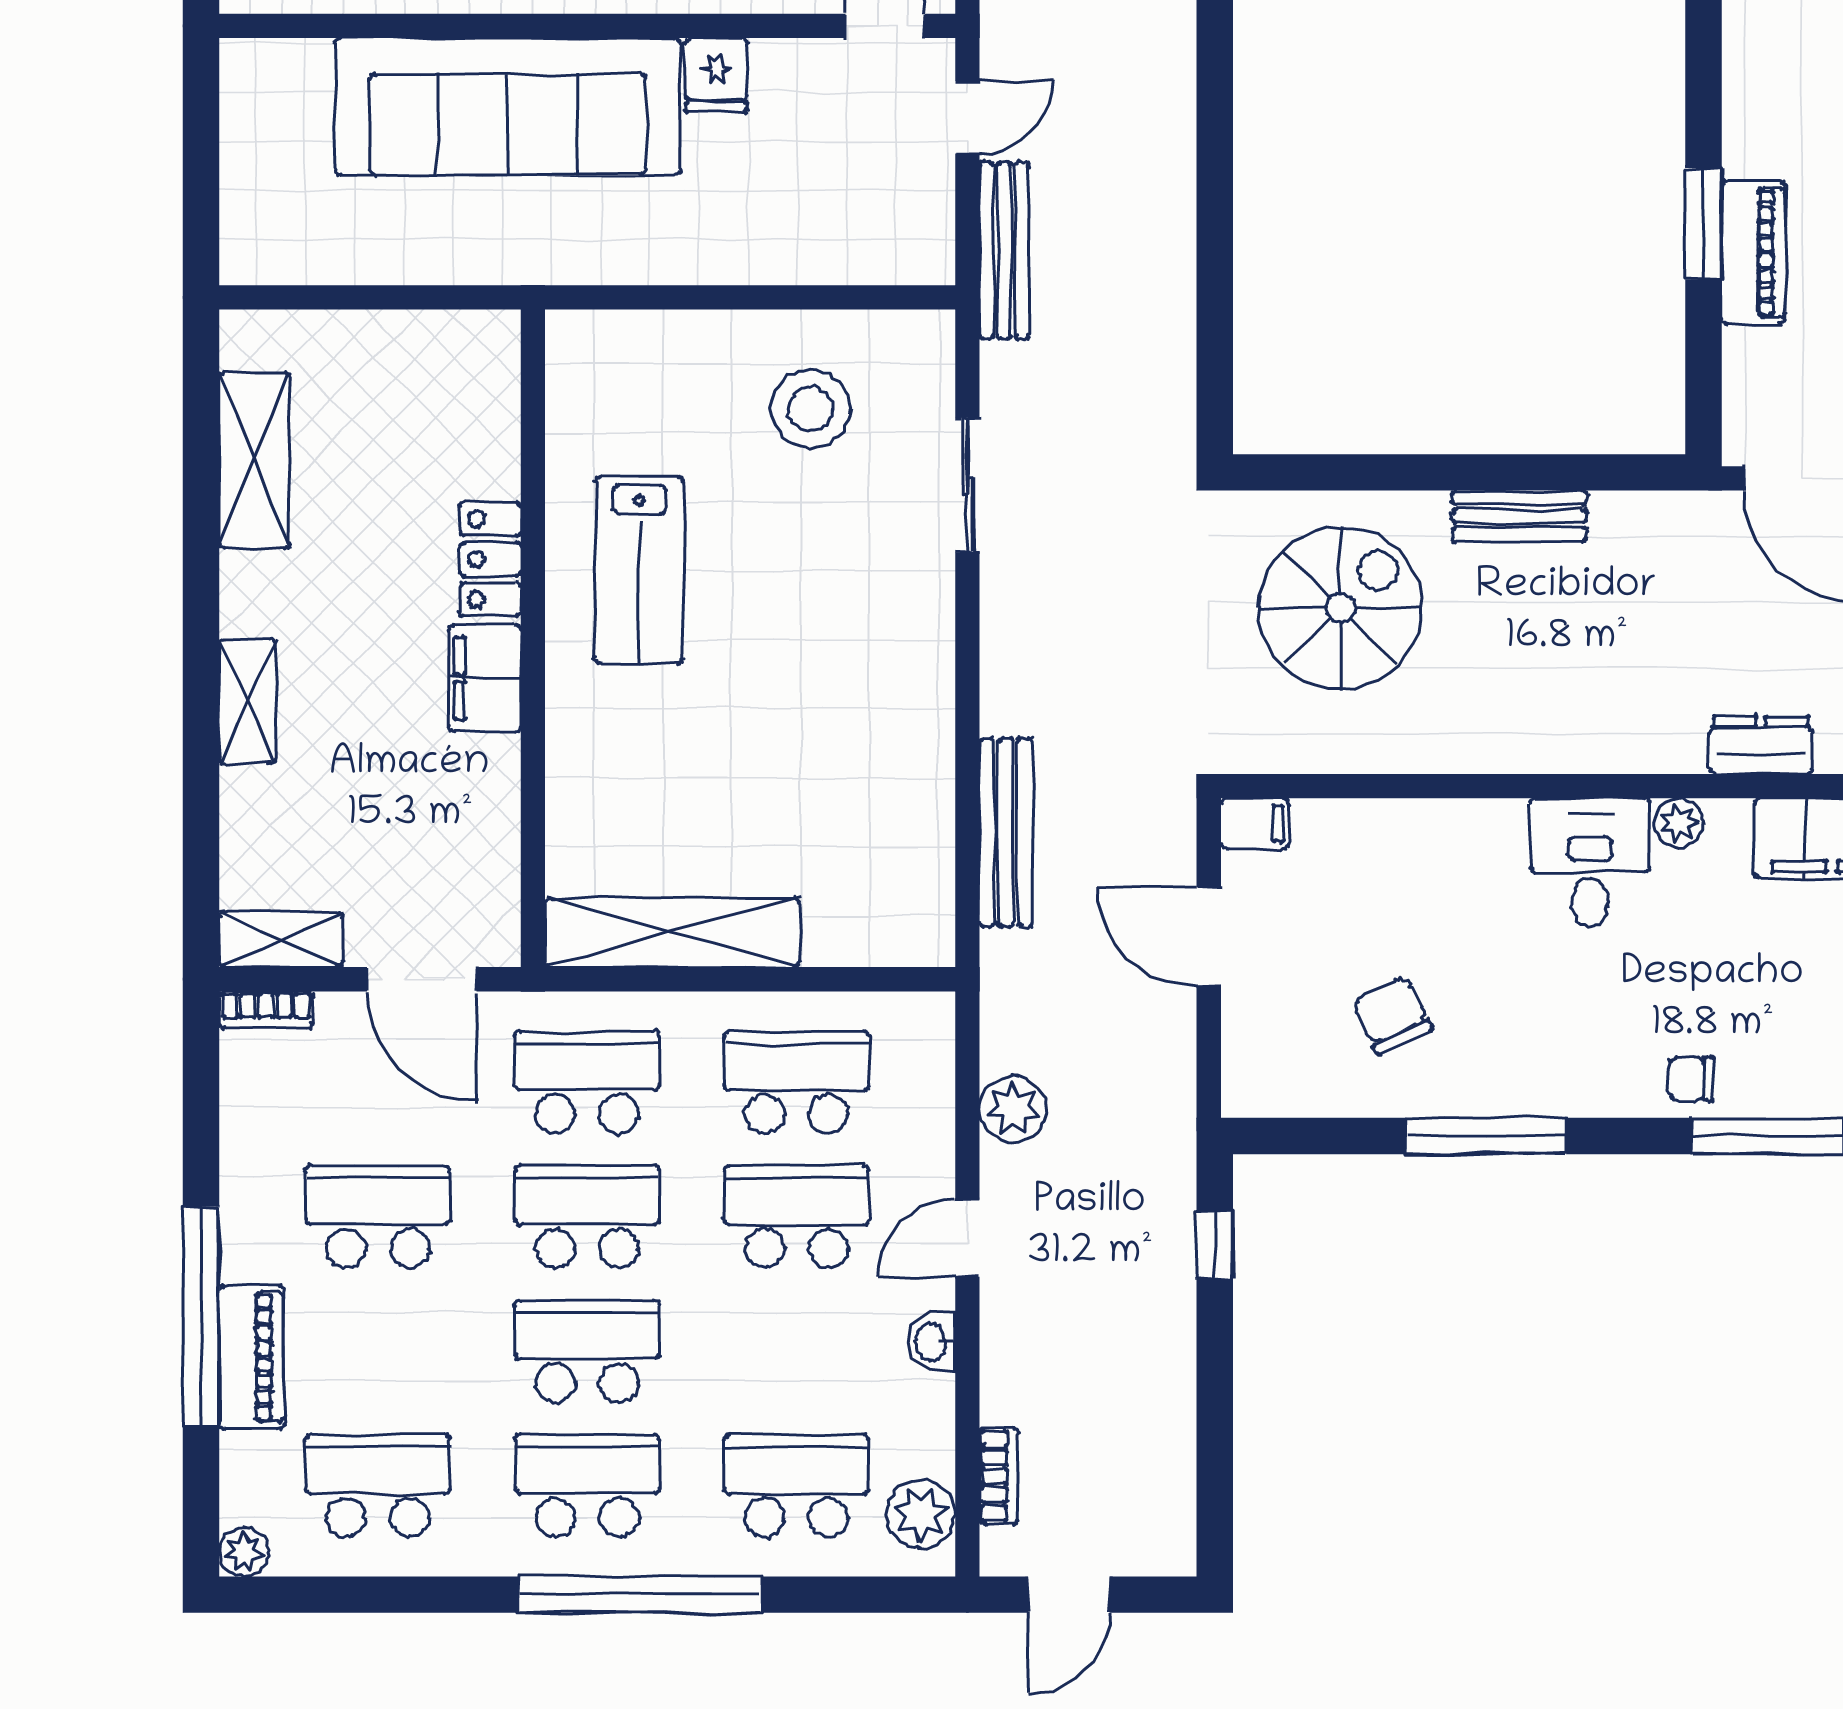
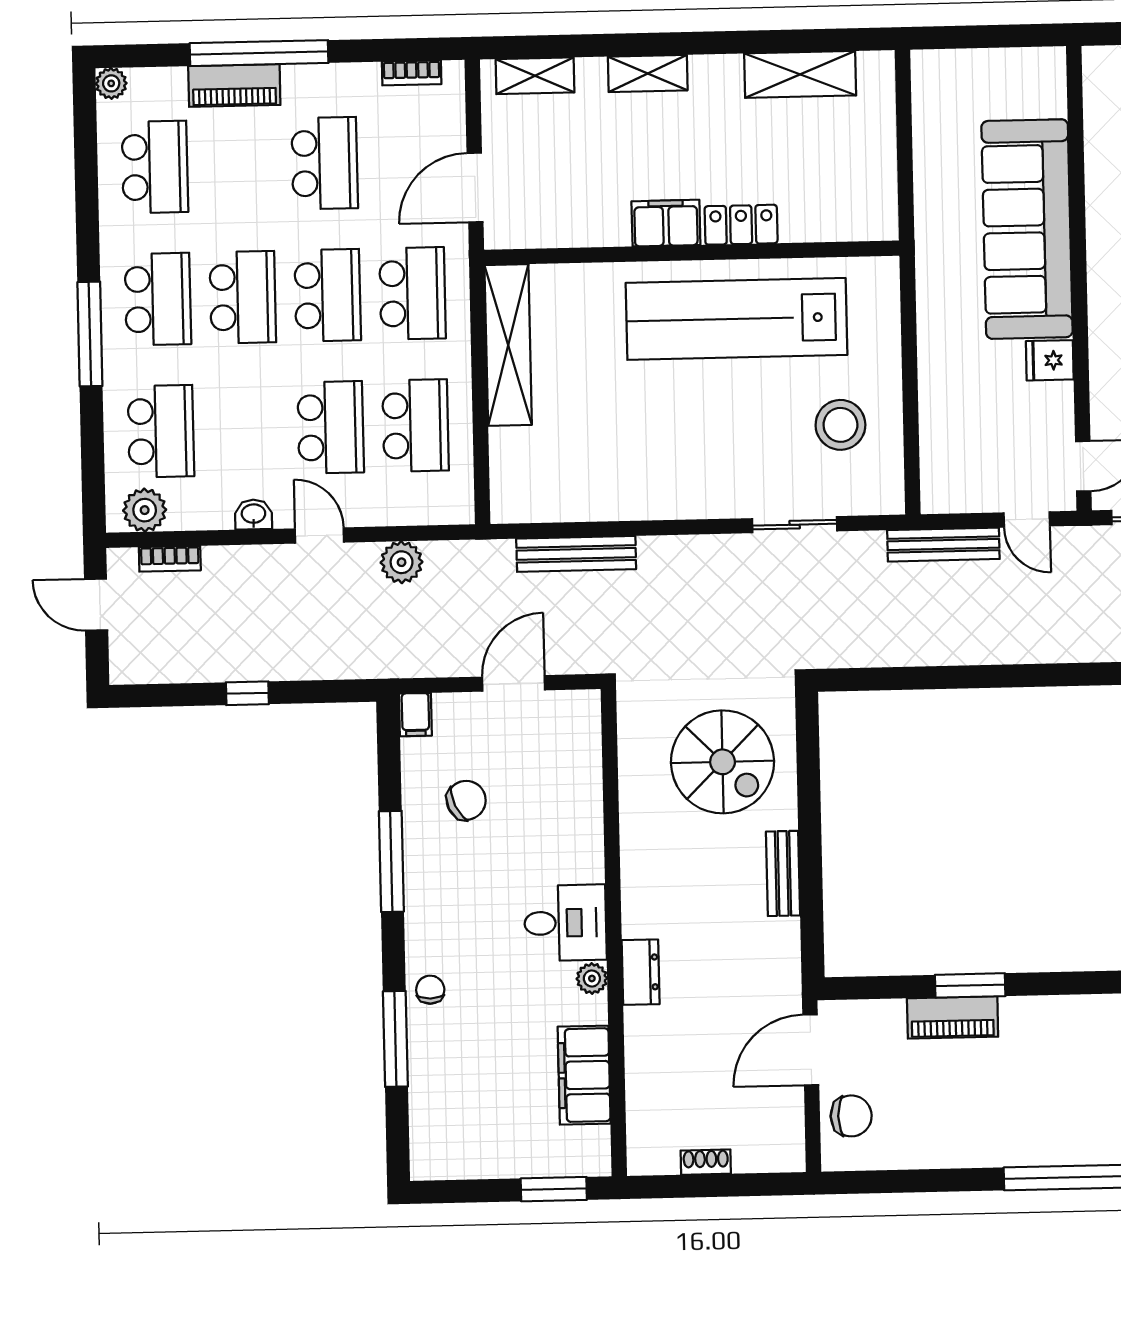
lab bench: (639, 570) -> (736, 319), width x1.86, depth x1.39
dresser: (1761, 745) -> (641, 972), moved
filing cabinet: (1255, 824) -> (415, 715), moved
shelving: (281, 939) -> (535, 76), moved, turned 90
bookcase: (266, 1010) -> (412, 73), moved, turned -90
window: (1215, 1245) -> (247, 693), moved
window: (640, 1595) -> (90, 334), width x0.68

